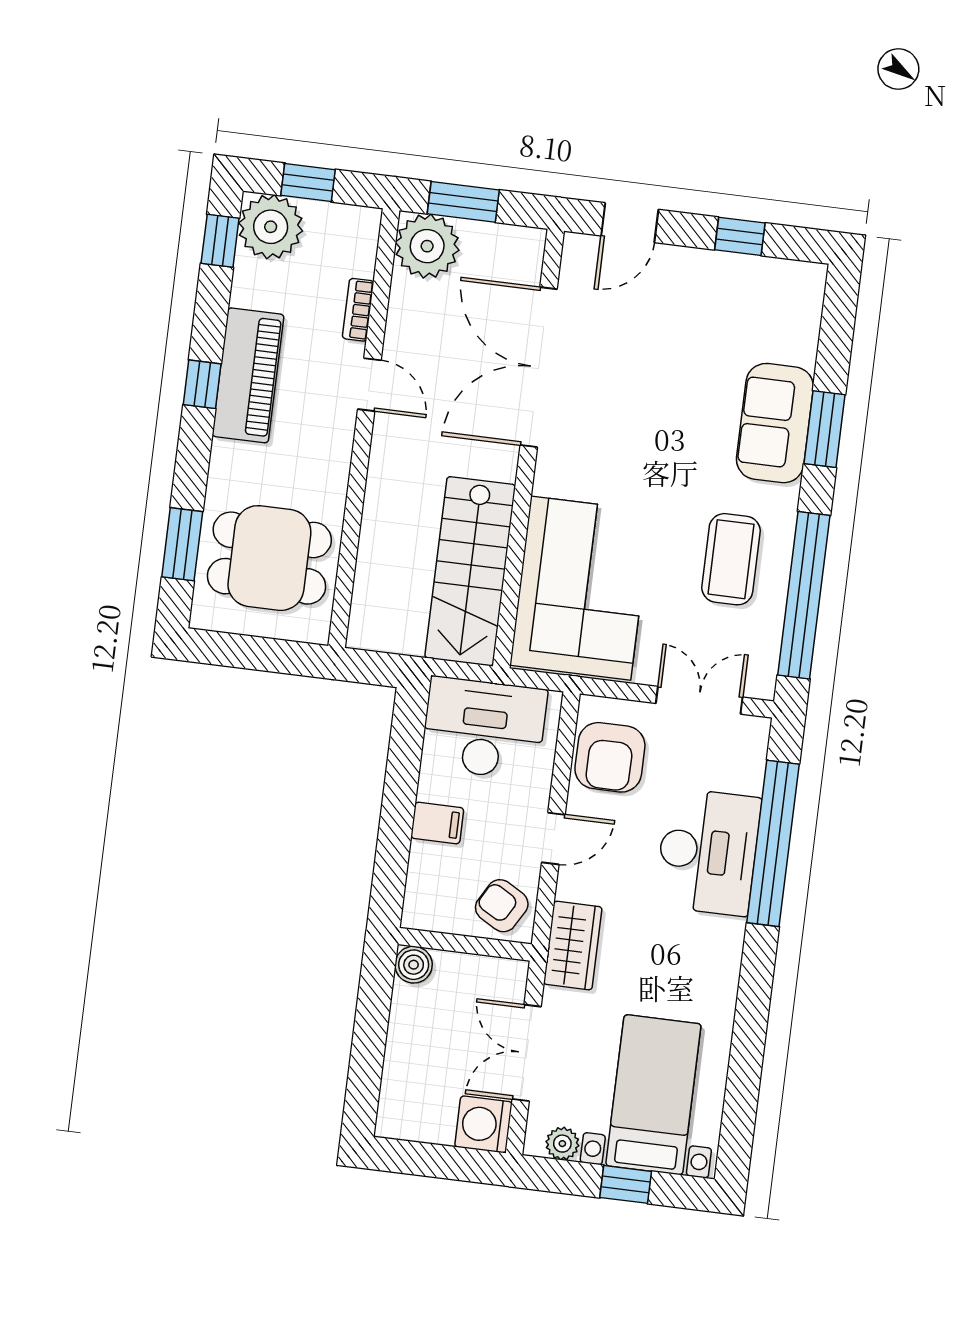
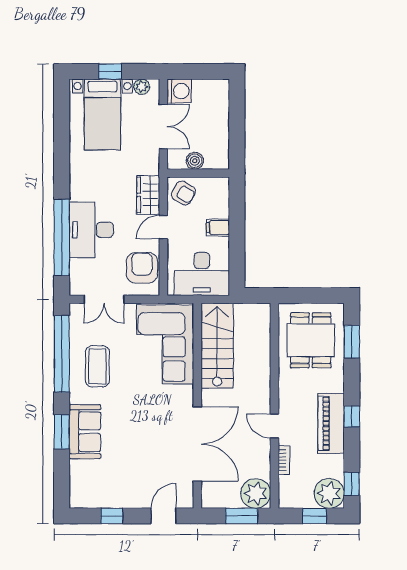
dining table: (269, 558) -> (311, 340), turned 90
wardrobe: (573, 946) -> (148, 195), moved
boiler: (414, 965) -> (195, 161), moved

